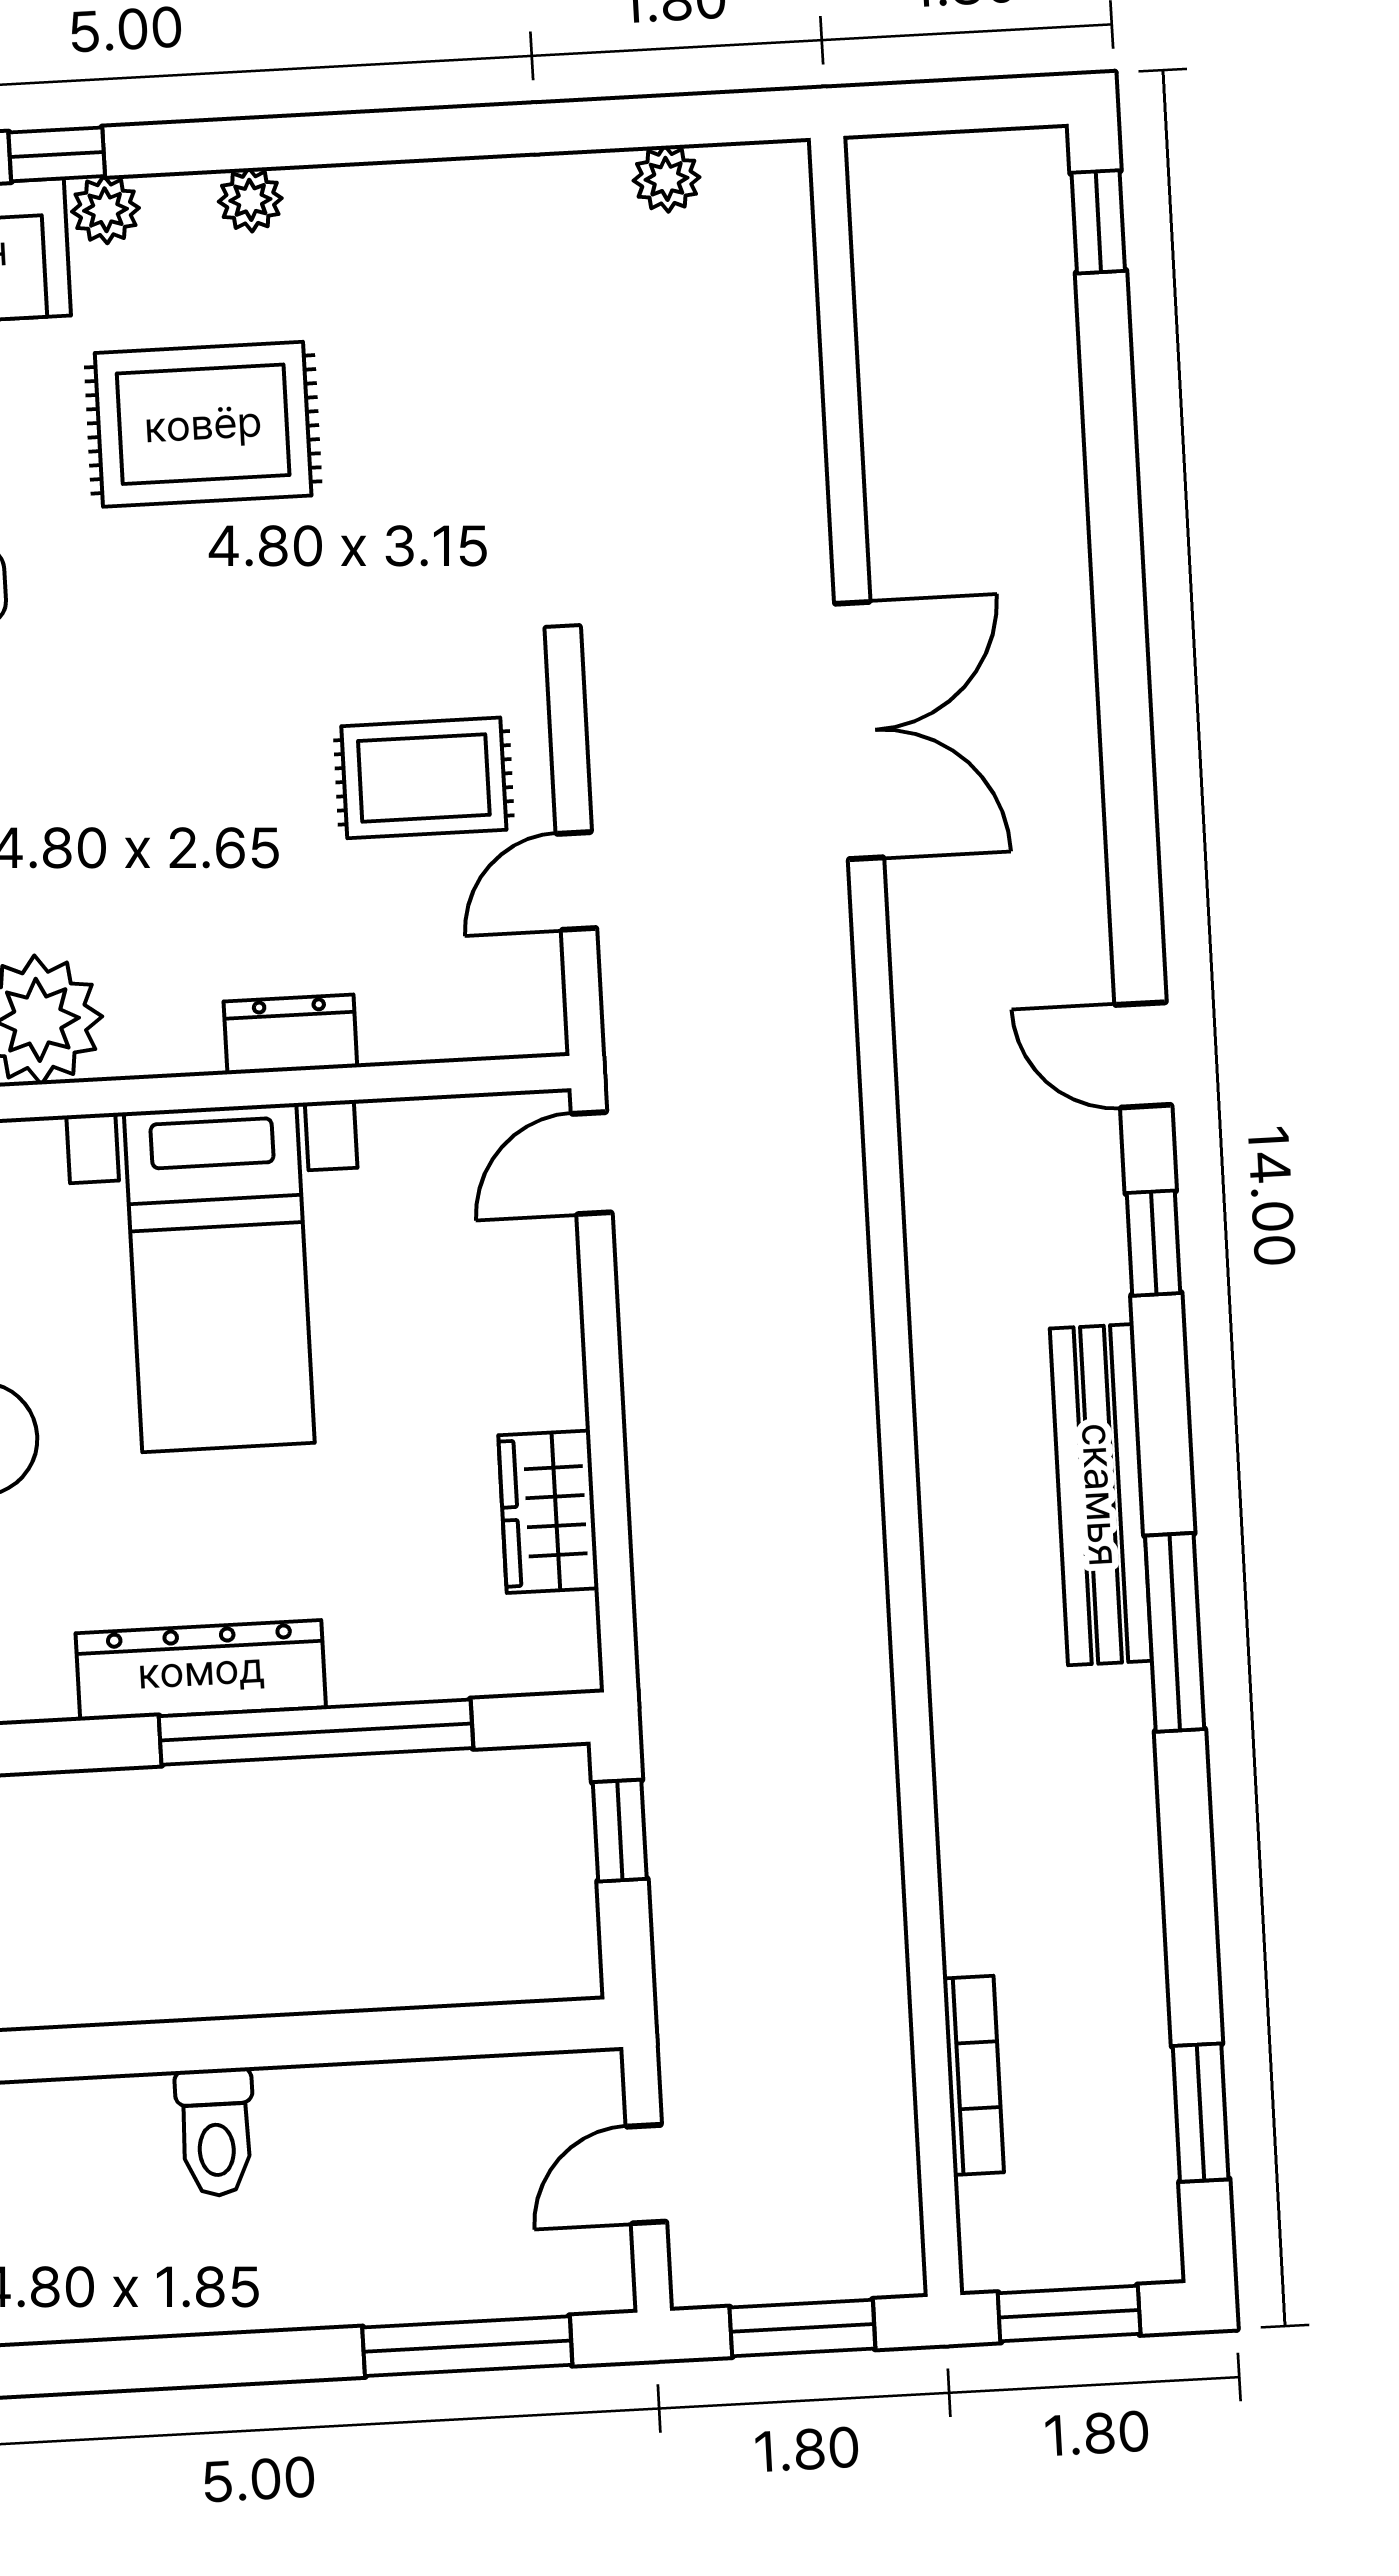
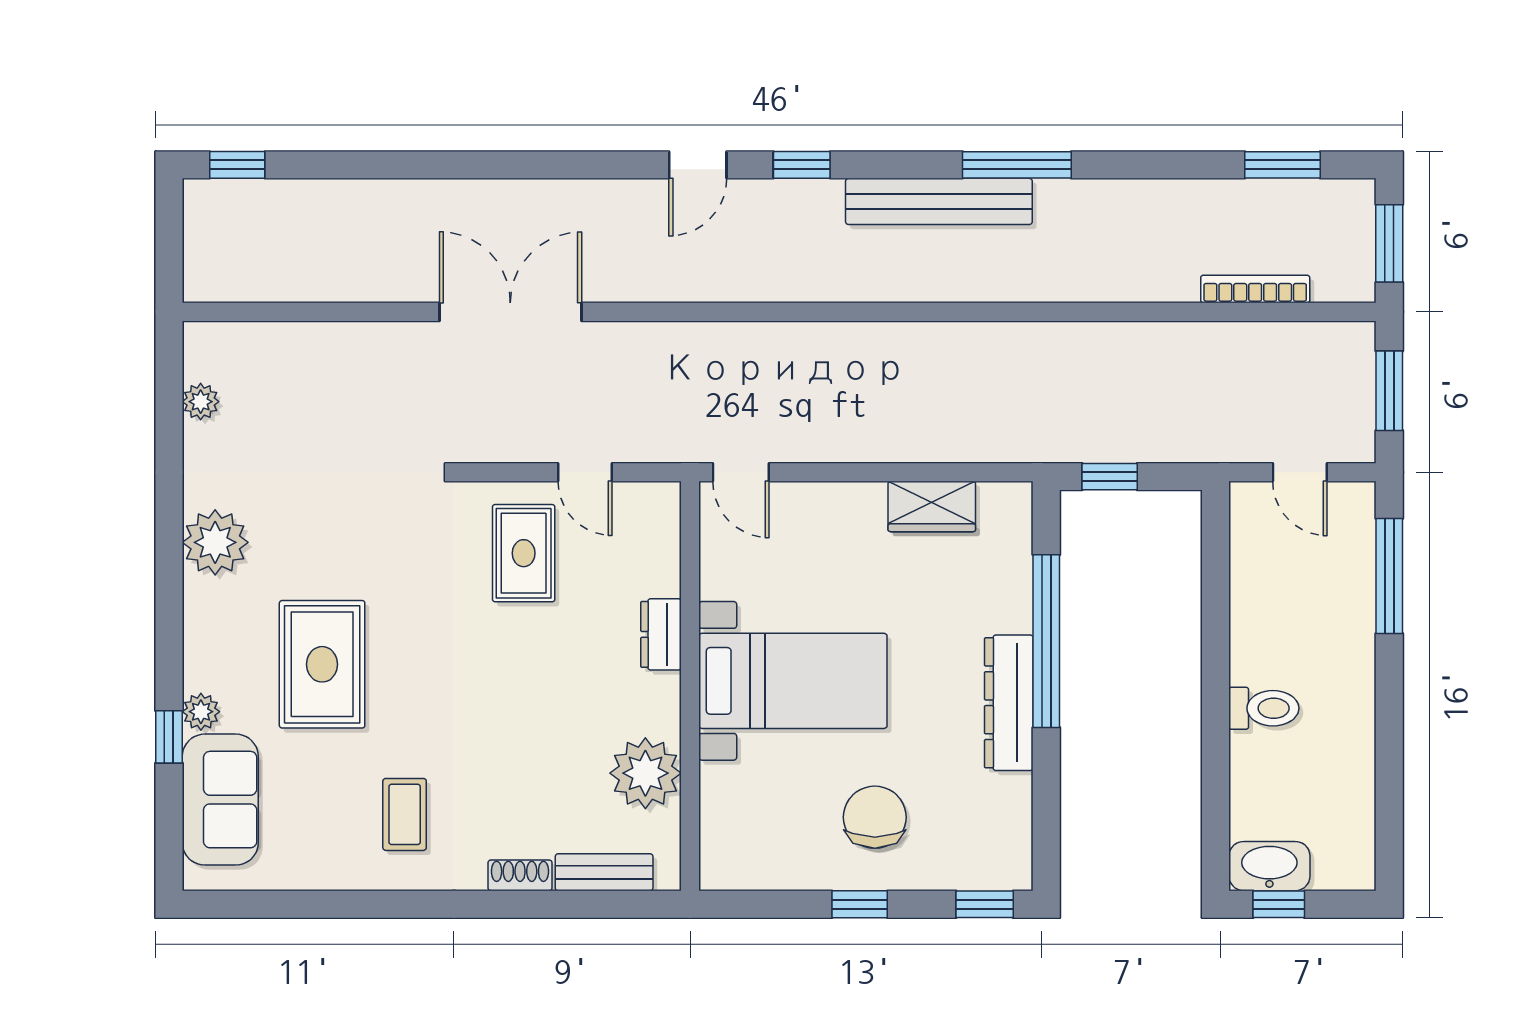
plant: (250, 200) -> (215, 542), moved, width x1.88, depth x1.88

